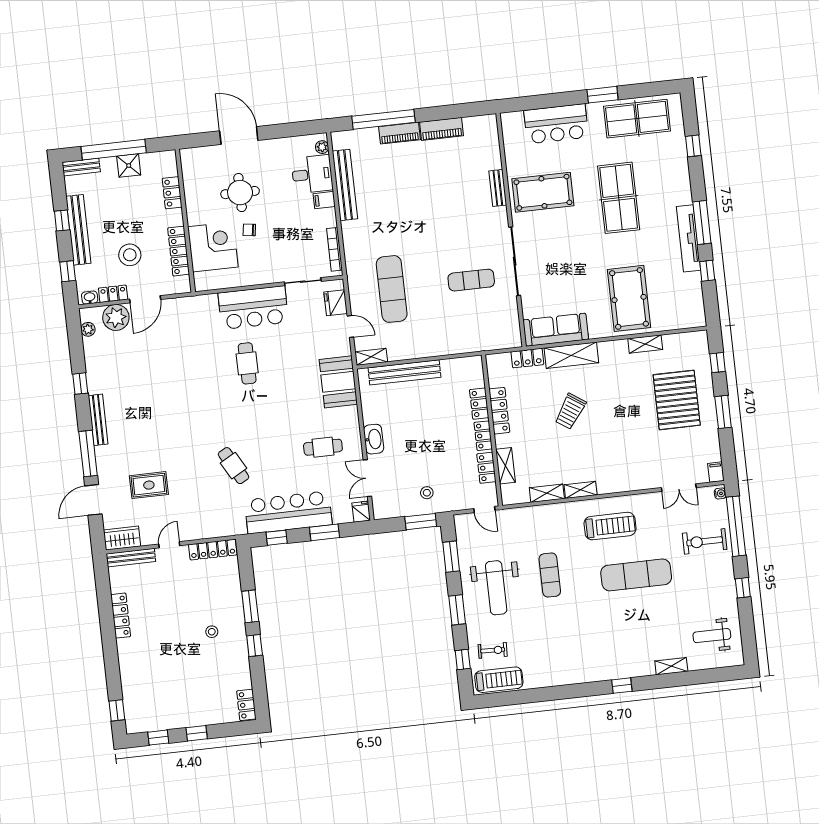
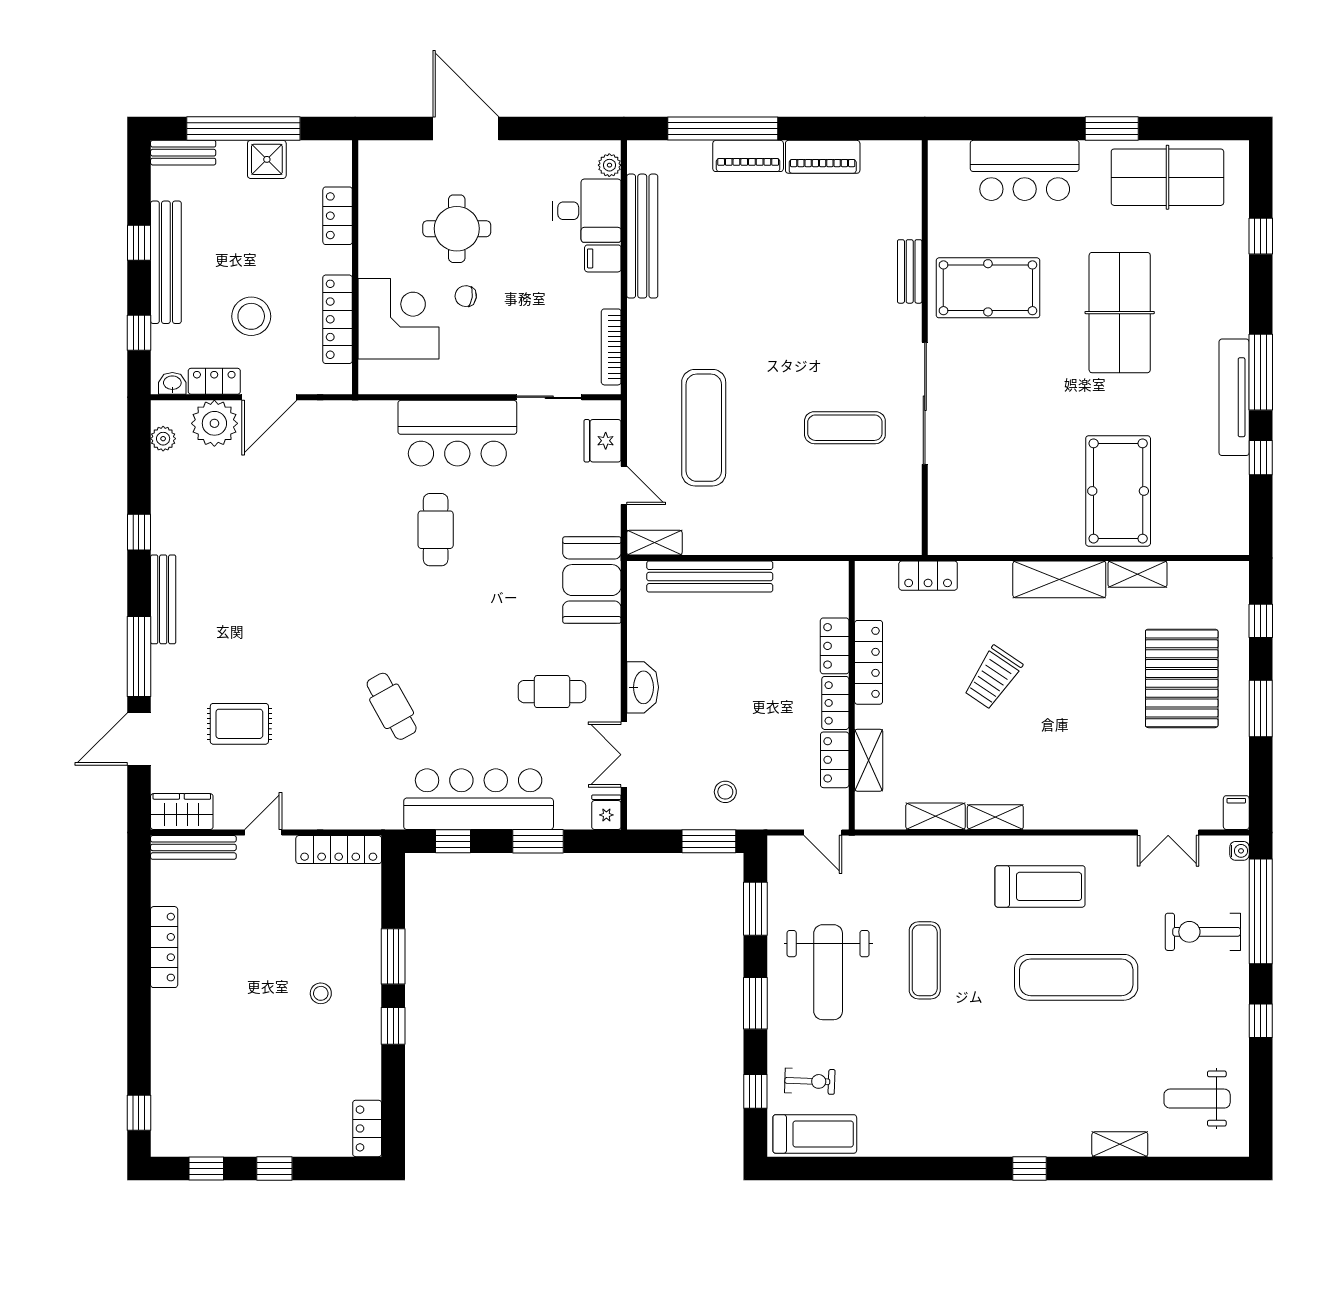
sofa: (556, 330) -> (983, 531), removed
shelving: (571, 355) -> (1059, 579), moved

